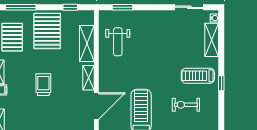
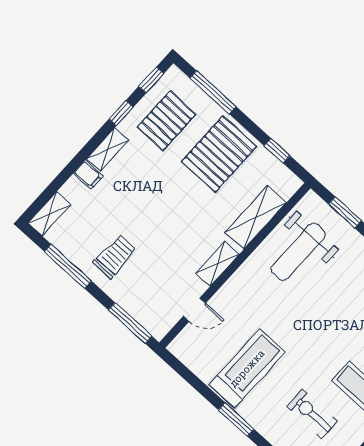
weight bench: (118, 42) -> (298, 252), width x1.36, depth x1.33
trolley: (43, 85) -> (115, 256), moved
door: (96, 106) -> (194, 310), width x0.53

